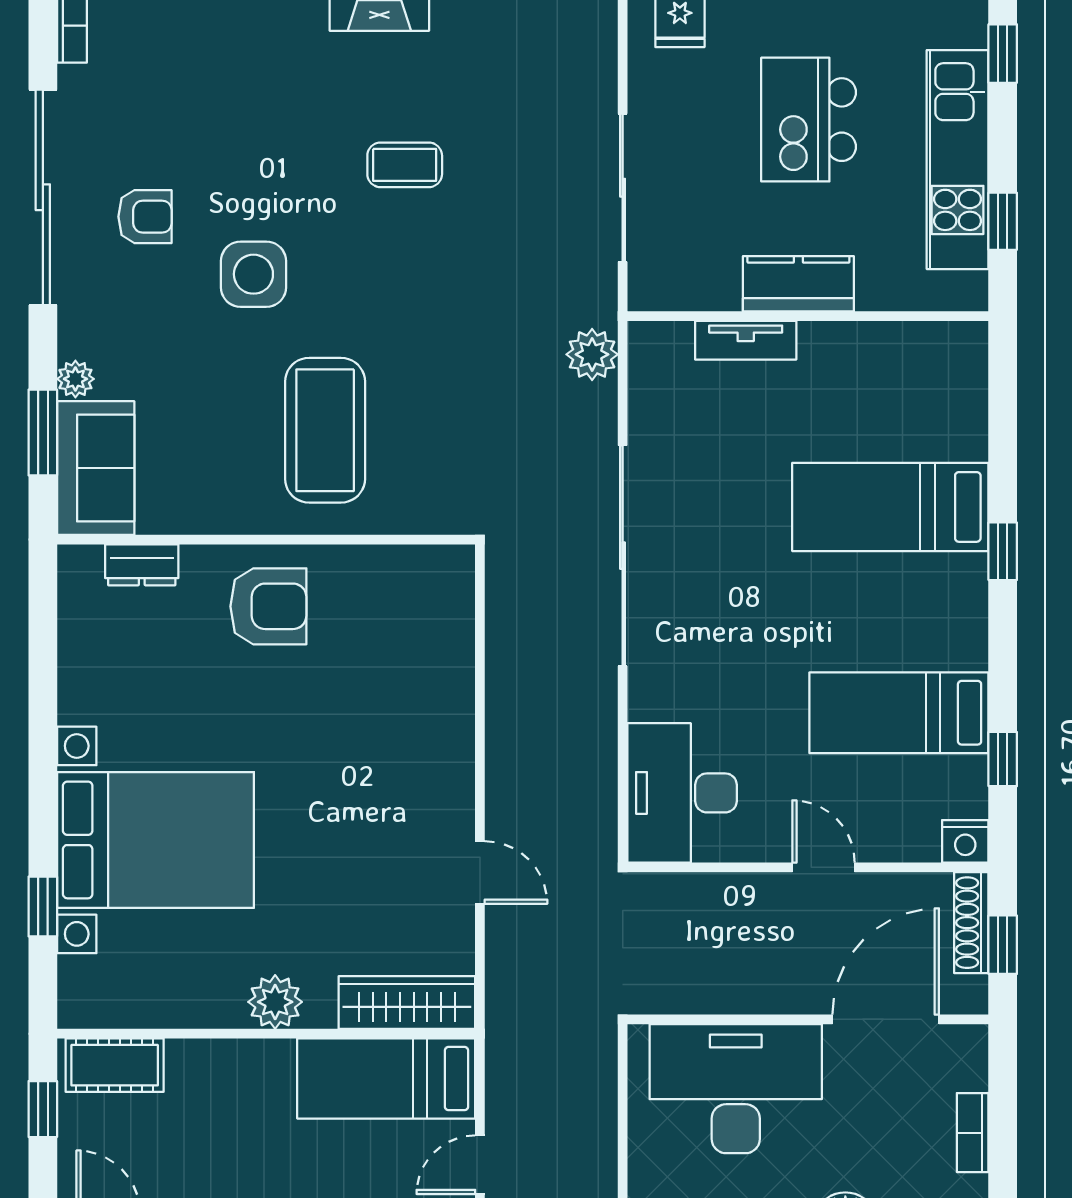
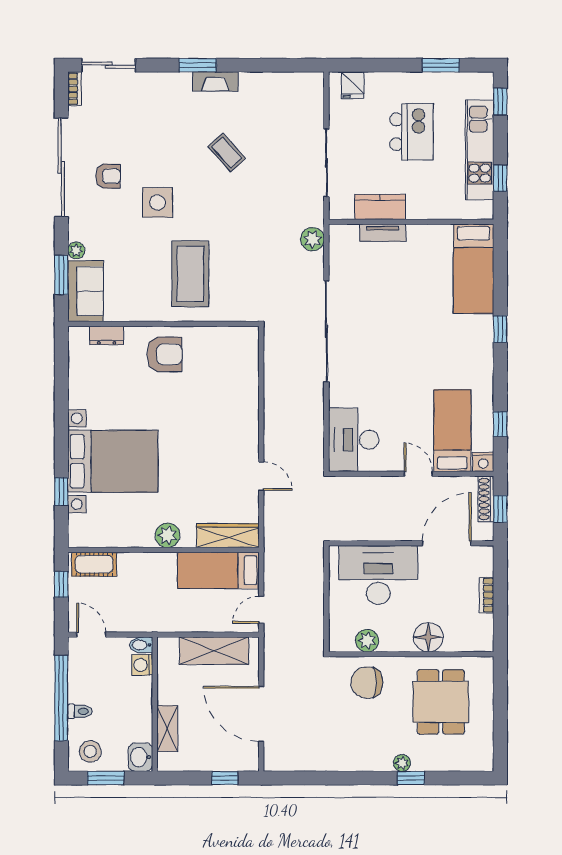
kitchen island: (809, 120) -> (411, 132), turned 180
coffee table: (405, 165) -> (227, 152), turned 48
kitchen counter: (798, 284) -> (380, 207), moved
bed: (890, 507) -> (474, 269), moved, turned -90
bed: (899, 713) -> (452, 431), moved, turned 90

